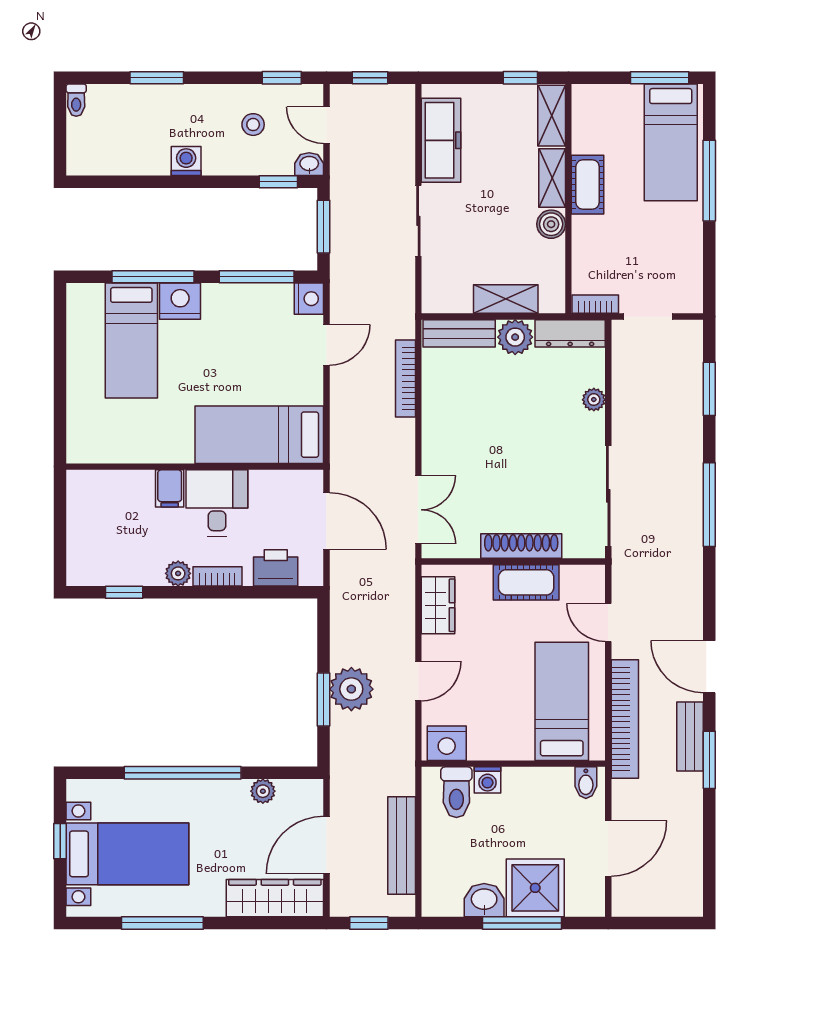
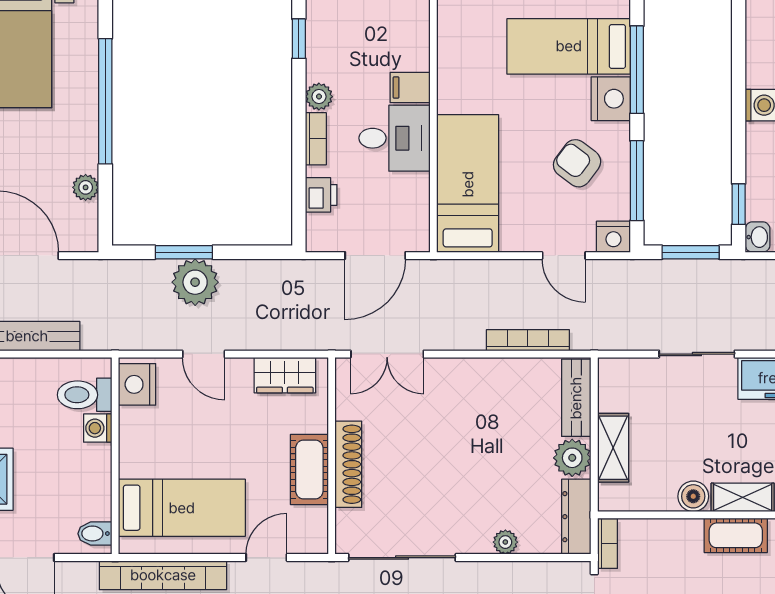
armchair: (240, 333) -> (577, 163), added
printer: (276, 568) -> (321, 195), width x0.73, depth x0.81

